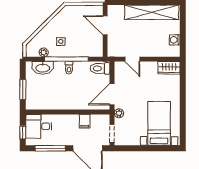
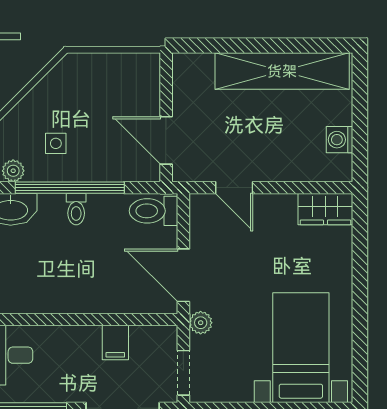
door: (105, 25) -> (166, 140), moved
door: (112, 94) -> (183, 275), hinge flipped

